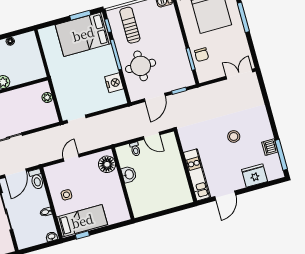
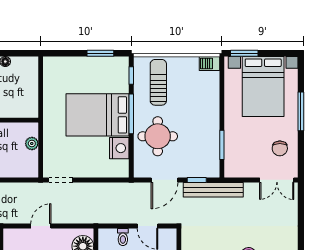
bed: (83, 34) -> (98, 115), moved
chair: (202, 55) -> (280, 148), moved
double door: (239, 74) -> (277, 180), swing flipped
bench: (193, 95) -> (213, 190), added

